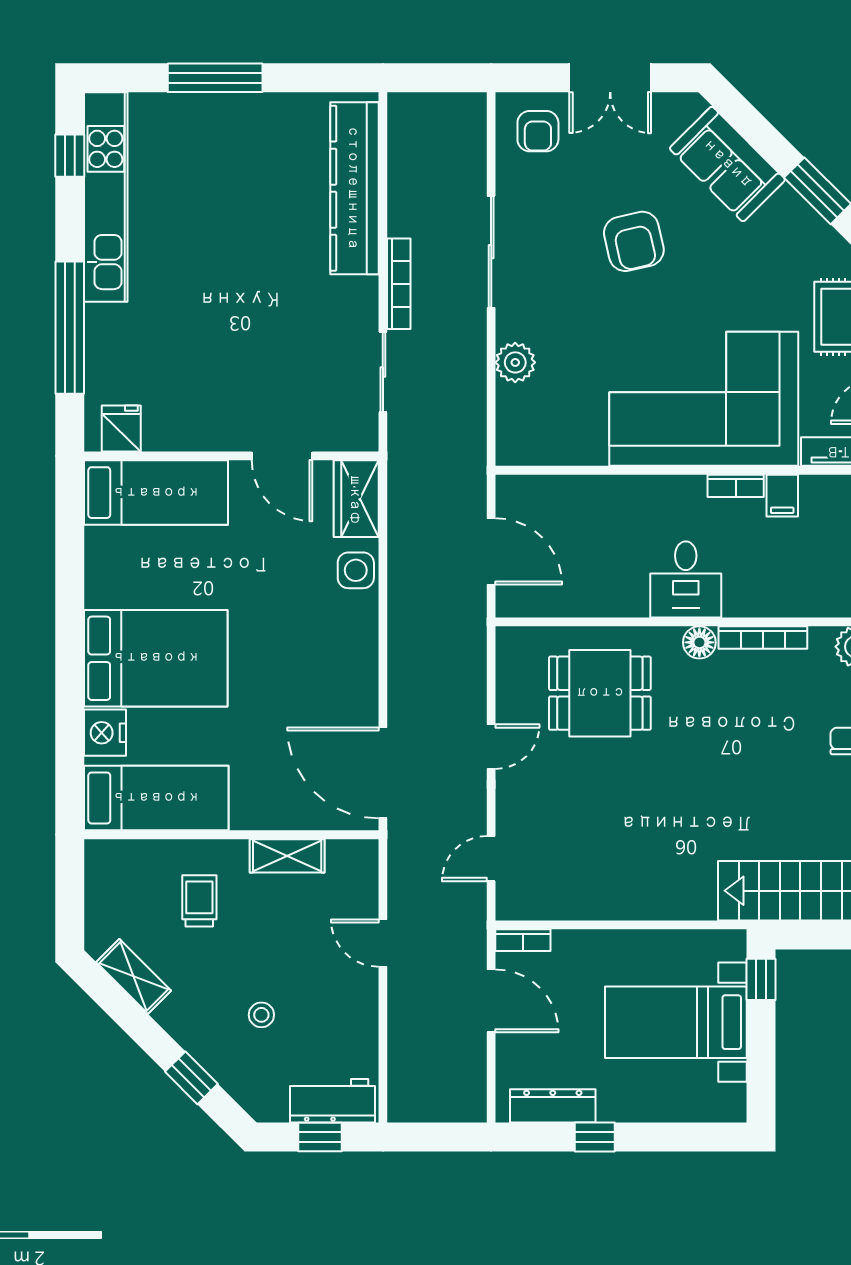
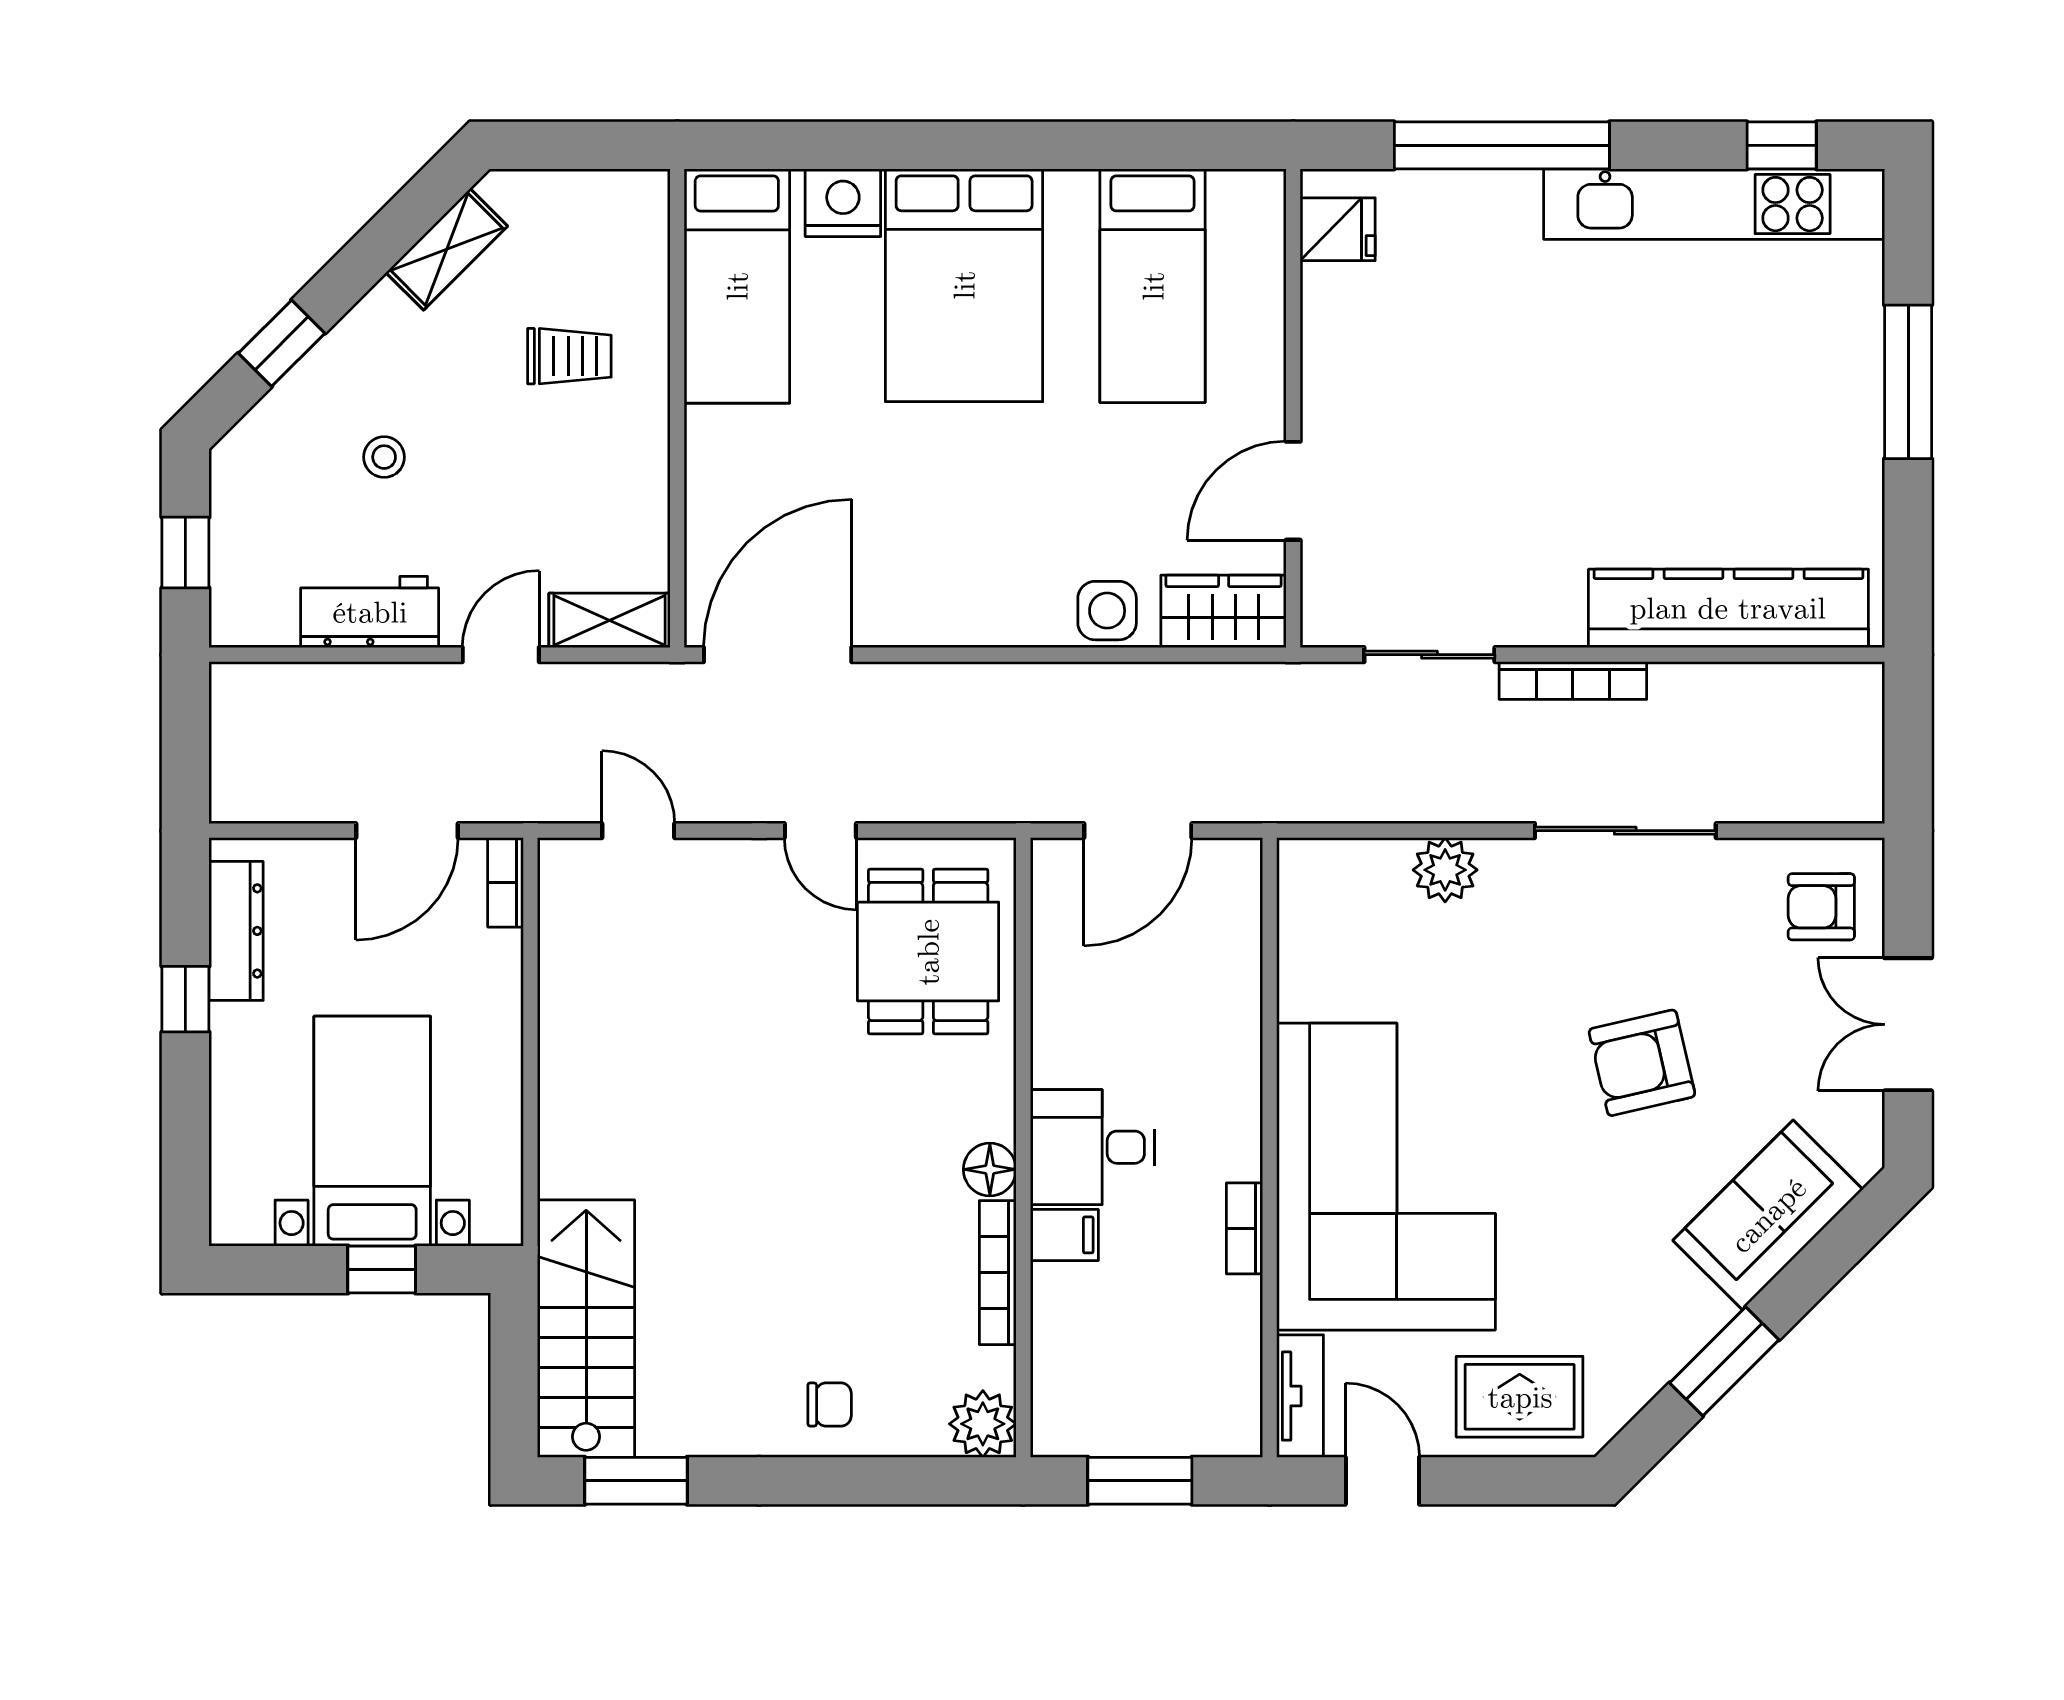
bed: (156, 493) -> (1153, 286), moved
filing cabinet: (782, 496) -> (1064, 1235), moved, turned 180
dining table: (600, 693) -> (928, 952), moved
shelving: (287, 856) -> (610, 620), moved, turned 90
window: (761, 979) -> (382, 1270), moved
workbench: (333, 1101) -> (370, 612), moved, turned -90

